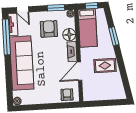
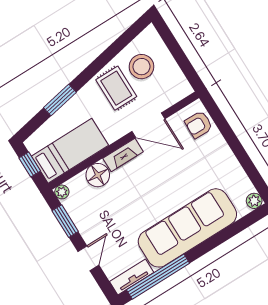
door: (23, 10) -> (88, 258), moved
armchair: (49, 29) -> (107, 214), removed
stool: (109, 83) -> (141, 67), added

